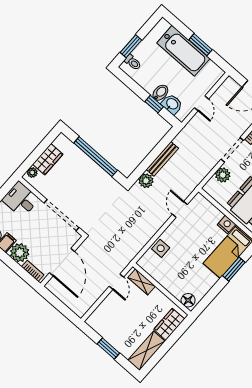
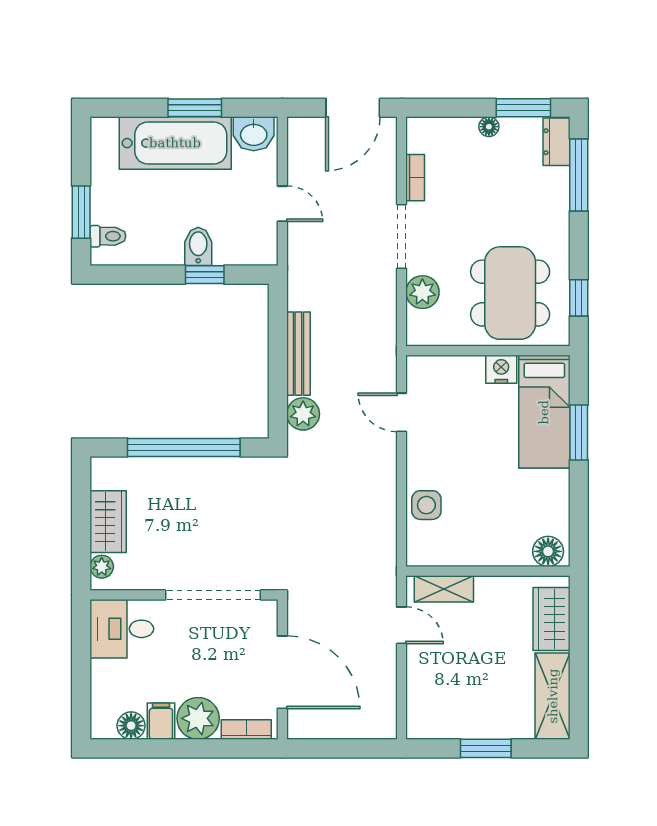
washbasin: (172, 104) -> (254, 134), moved, turned 180

